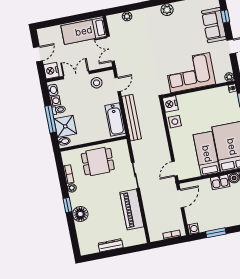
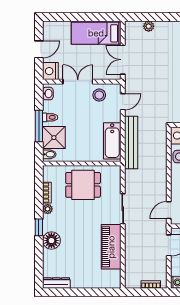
washing machine: (55, 101) -> (48, 106), removed
dresser: (111, 245) -> (56, 283), moved

